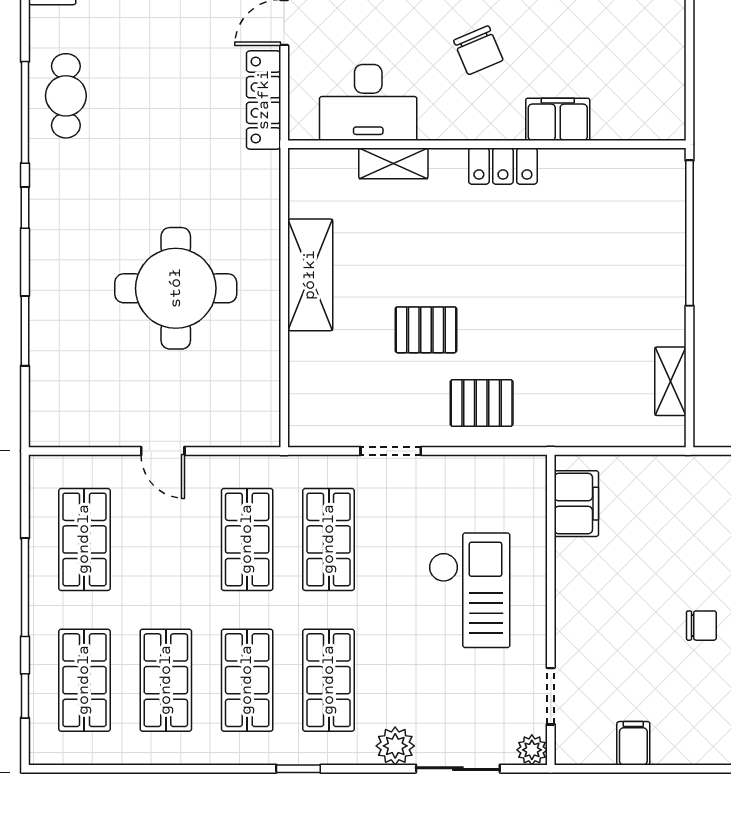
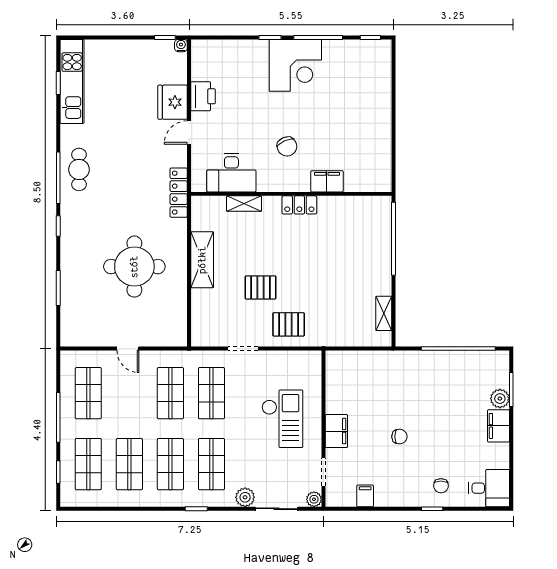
locker: (264, 100) -> (179, 193), moved
filing cabinet: (576, 504) -> (336, 431), moved

